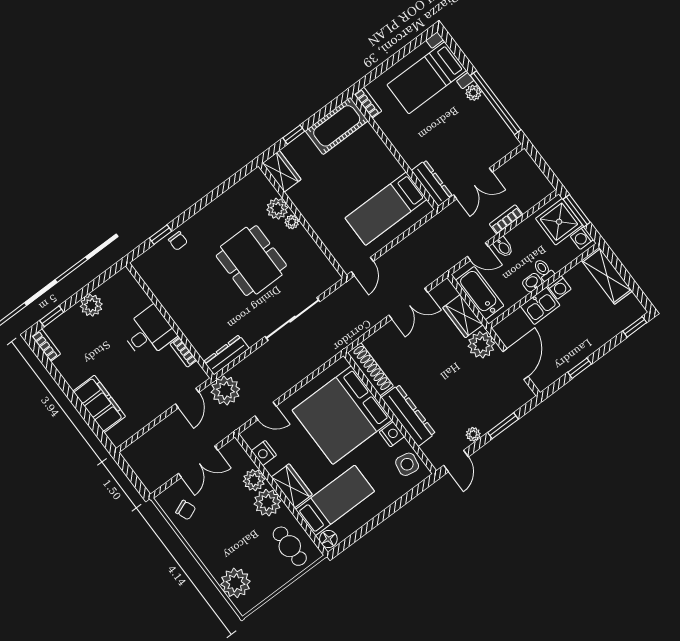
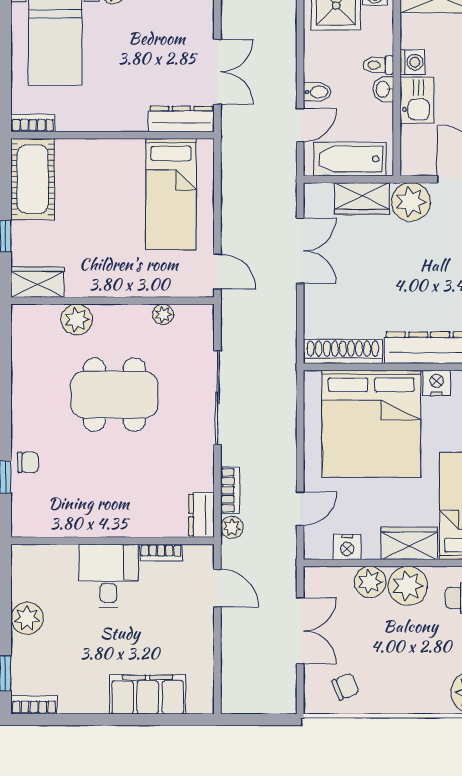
bookcase: (506, 219) -> (230, 490), moved, turned 180
plant: (292, 222) -> (163, 314), moved
dresser: (226, 355) -> (201, 515), width x0.70
plant: (225, 391) -> (232, 527), width x0.53, depth x0.53

